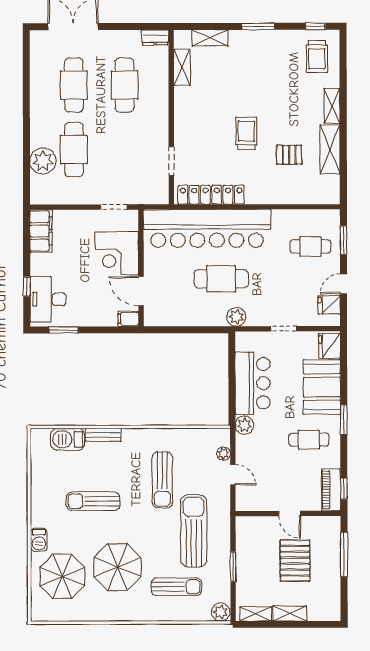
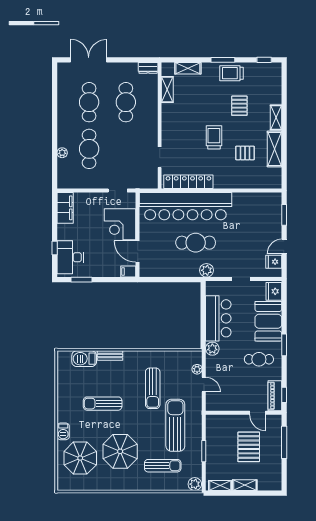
trolley: (317, 57) -> (231, 73), moved, turned 90
pallet: (281, 89) -> (239, 106), added
plant: (43, 161) -> (62, 153), width x0.53, depth x0.53
cafe table: (310, 246) -> (260, 219), removed
door: (290, 513) -> (258, 413), moved

